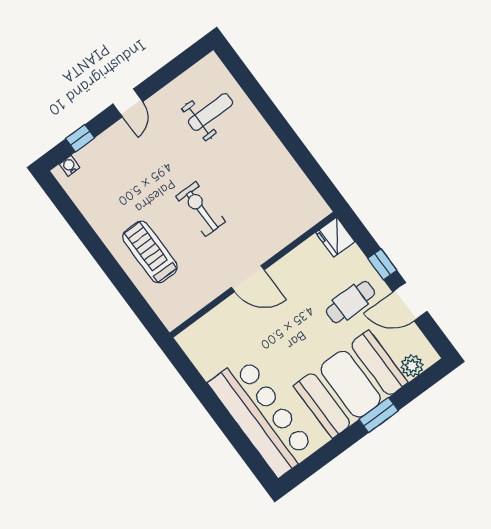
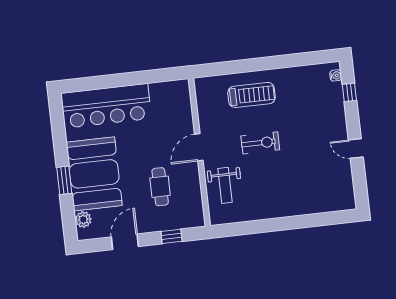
door: (128, 103) -> (356, 149), moved
weight bench: (210, 112) -> (225, 185), moved
fridge: (335, 237) -> (193, 218), removed
window: (382, 264) -> (171, 236), moved
cafe table: (350, 302) -> (160, 187), moved

